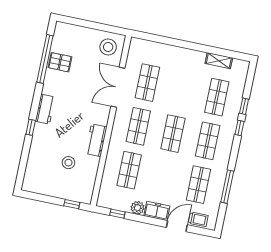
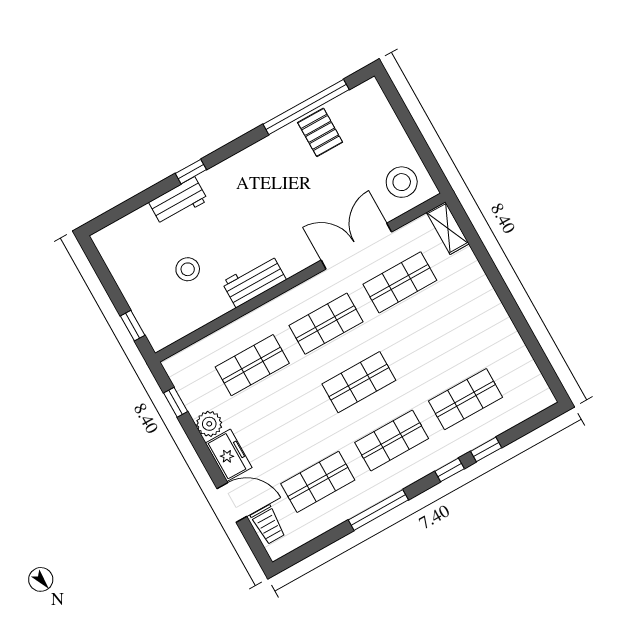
shelving: (219, 61) -> (448, 228), moved
workbench: (45, 109) -> (178, 201), moved
window: (227, 187) -> (378, 510), moved

